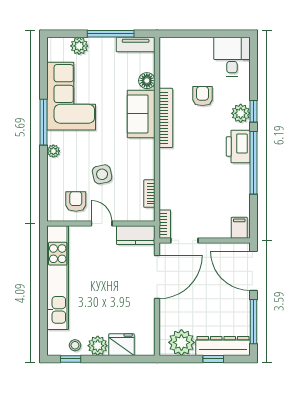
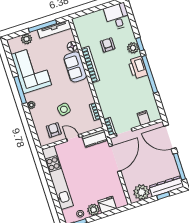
tv unit: (136, 45) -> (54, 29), width x1.41
filing cabinet: (239, 228) -> (144, 118), moved

